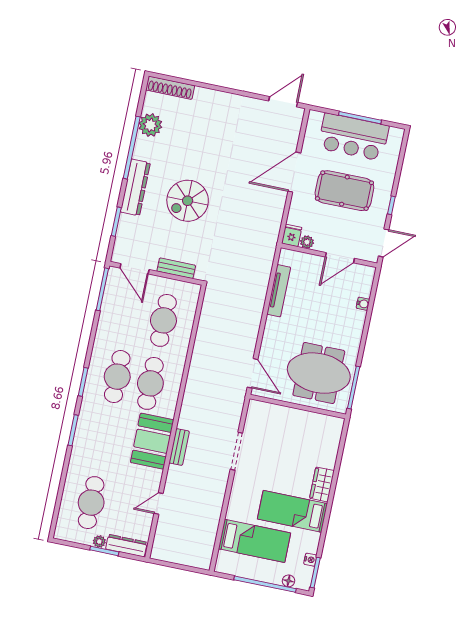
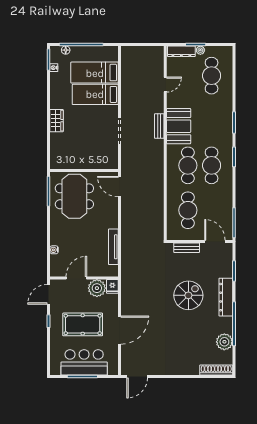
plant: (307, 242) -> (97, 288), width x1.88, depth x1.88
meeting table: (319, 373) -> (74, 196), turned 90
bed: (292, 511) -> (95, 94), moved, turned 180

